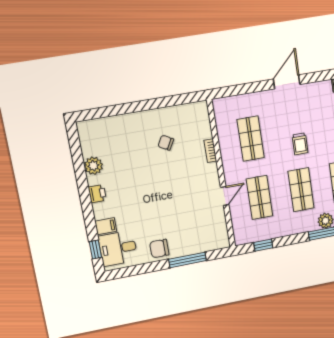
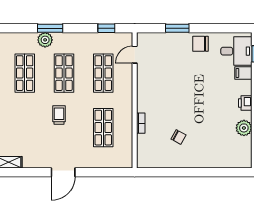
door: (225, 196) -> (135, 55), moved
chair: (159, 249) -> (200, 44), turned 180
window: (188, 260) -> (177, 28), width x0.69

